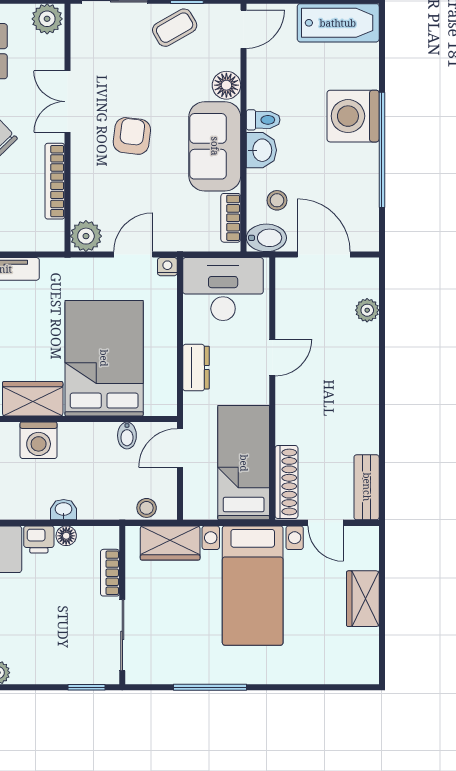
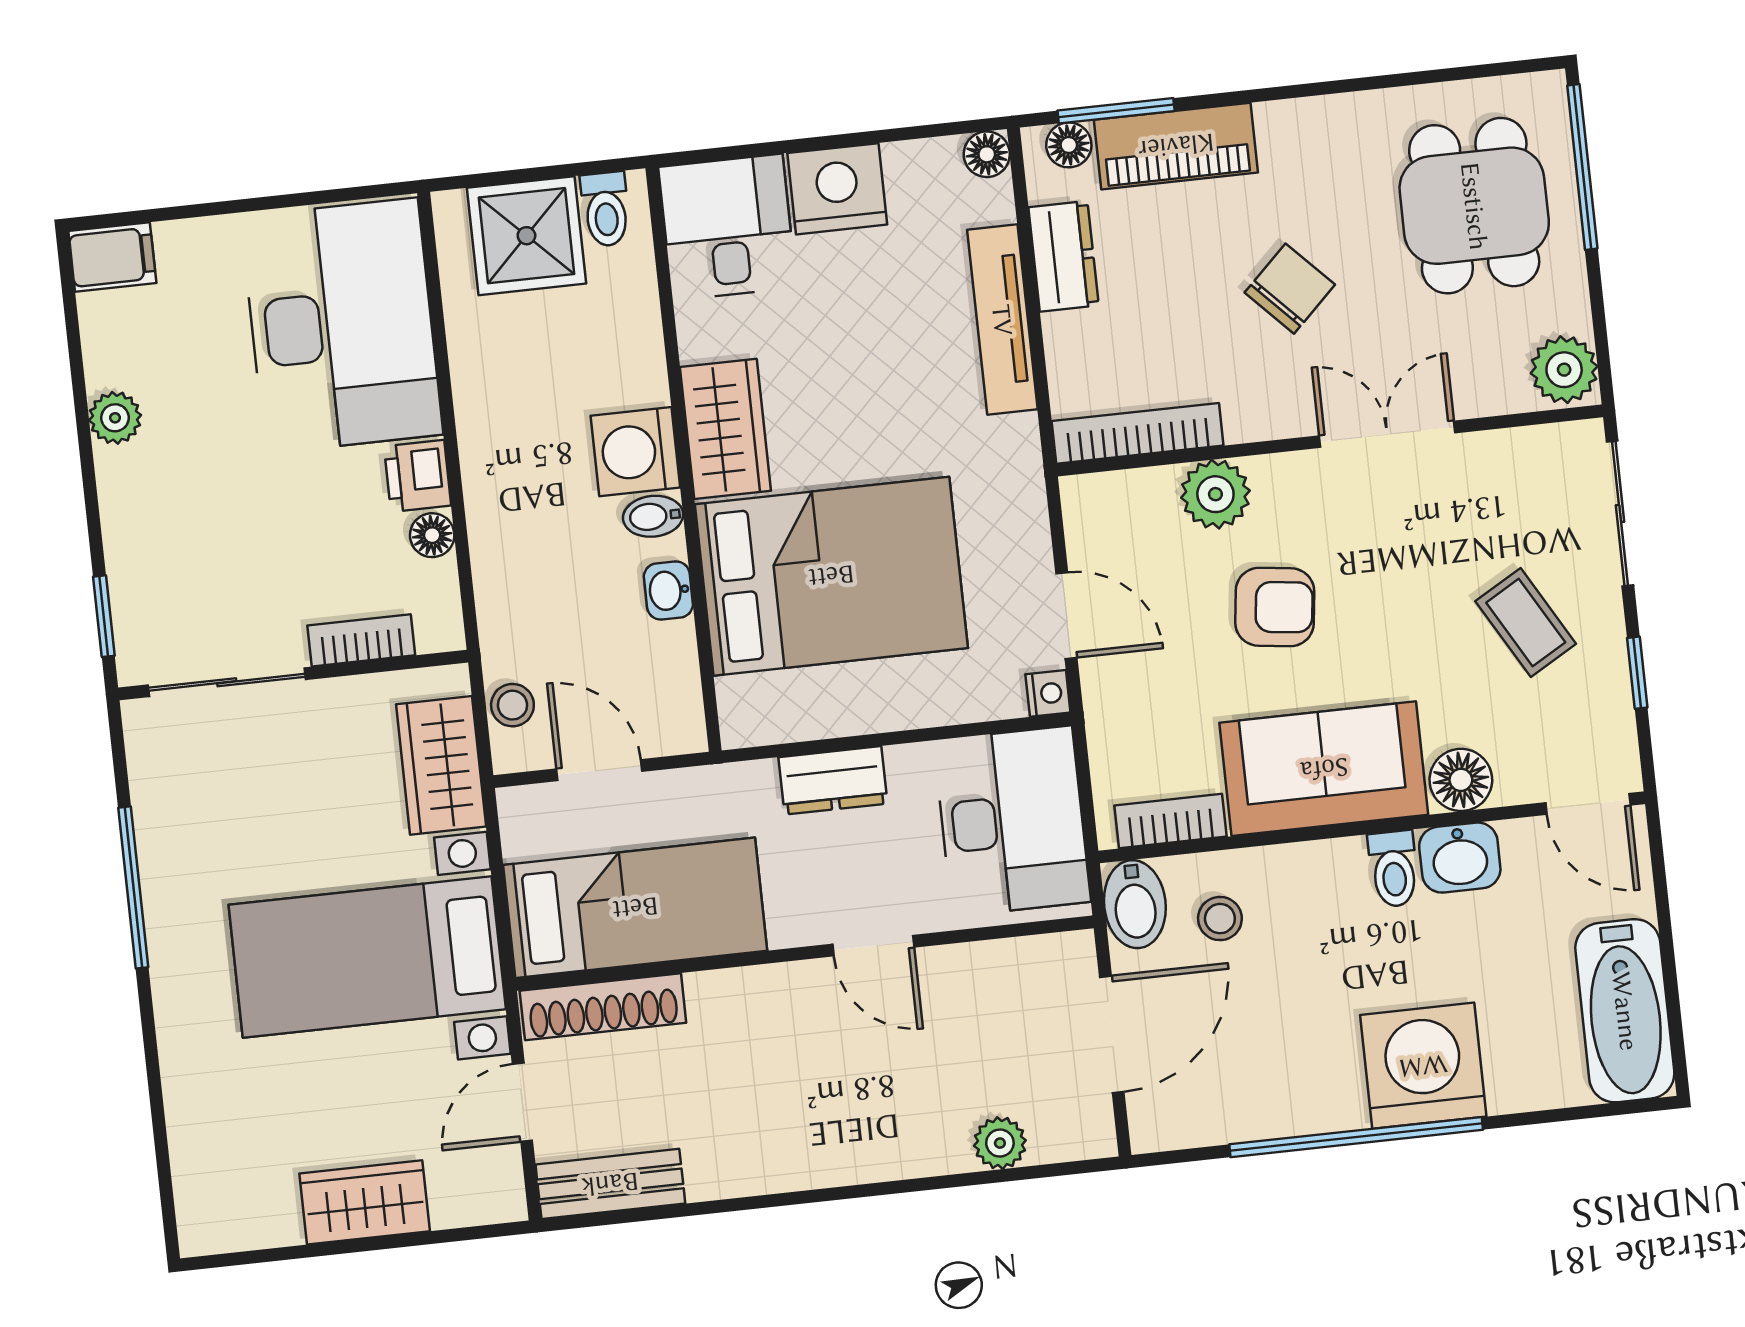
coffee table: (175, 28) -> (1526, 623), moved
armchair: (132, 136) -> (1275, 607), moved
washbasin: (261, 150) -> (1460, 858), moved
bookcase: (55, 181) -> (1138, 433), moved
plant: (86, 236) -> (1215, 494), moved
bidet: (127, 436) -> (653, 516), moved
door: (180, 448) -> (599, 770), moved
washbasin: (64, 510) -> (668, 590), moved, turned 180

